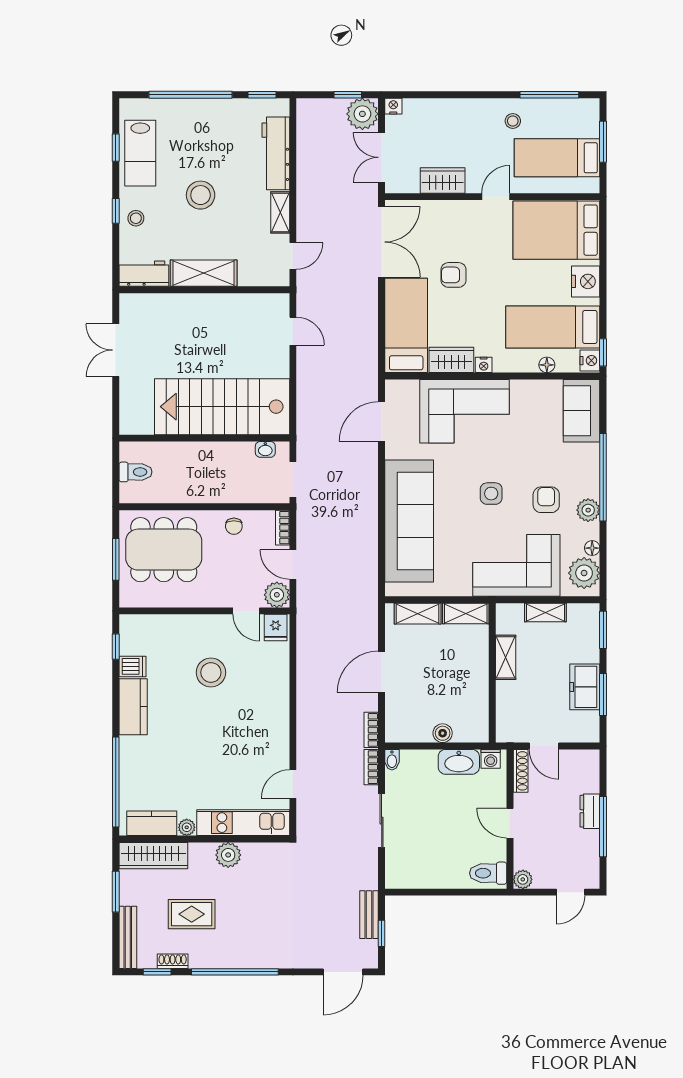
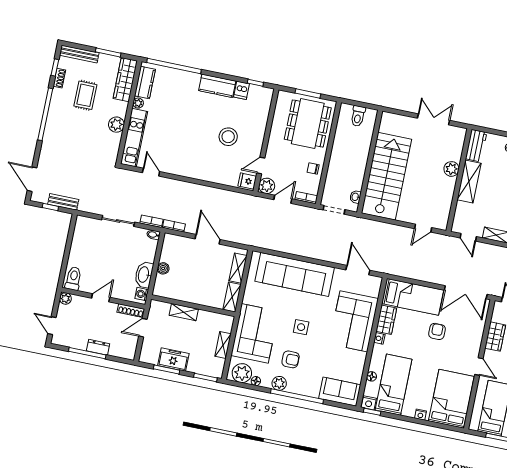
nightstand: (586, 281) -> (420, 415), width x0.53, depth x0.56
plant: (189, 305) -> (451, 169), added
shelving: (506, 657) -> (184, 312), moved

